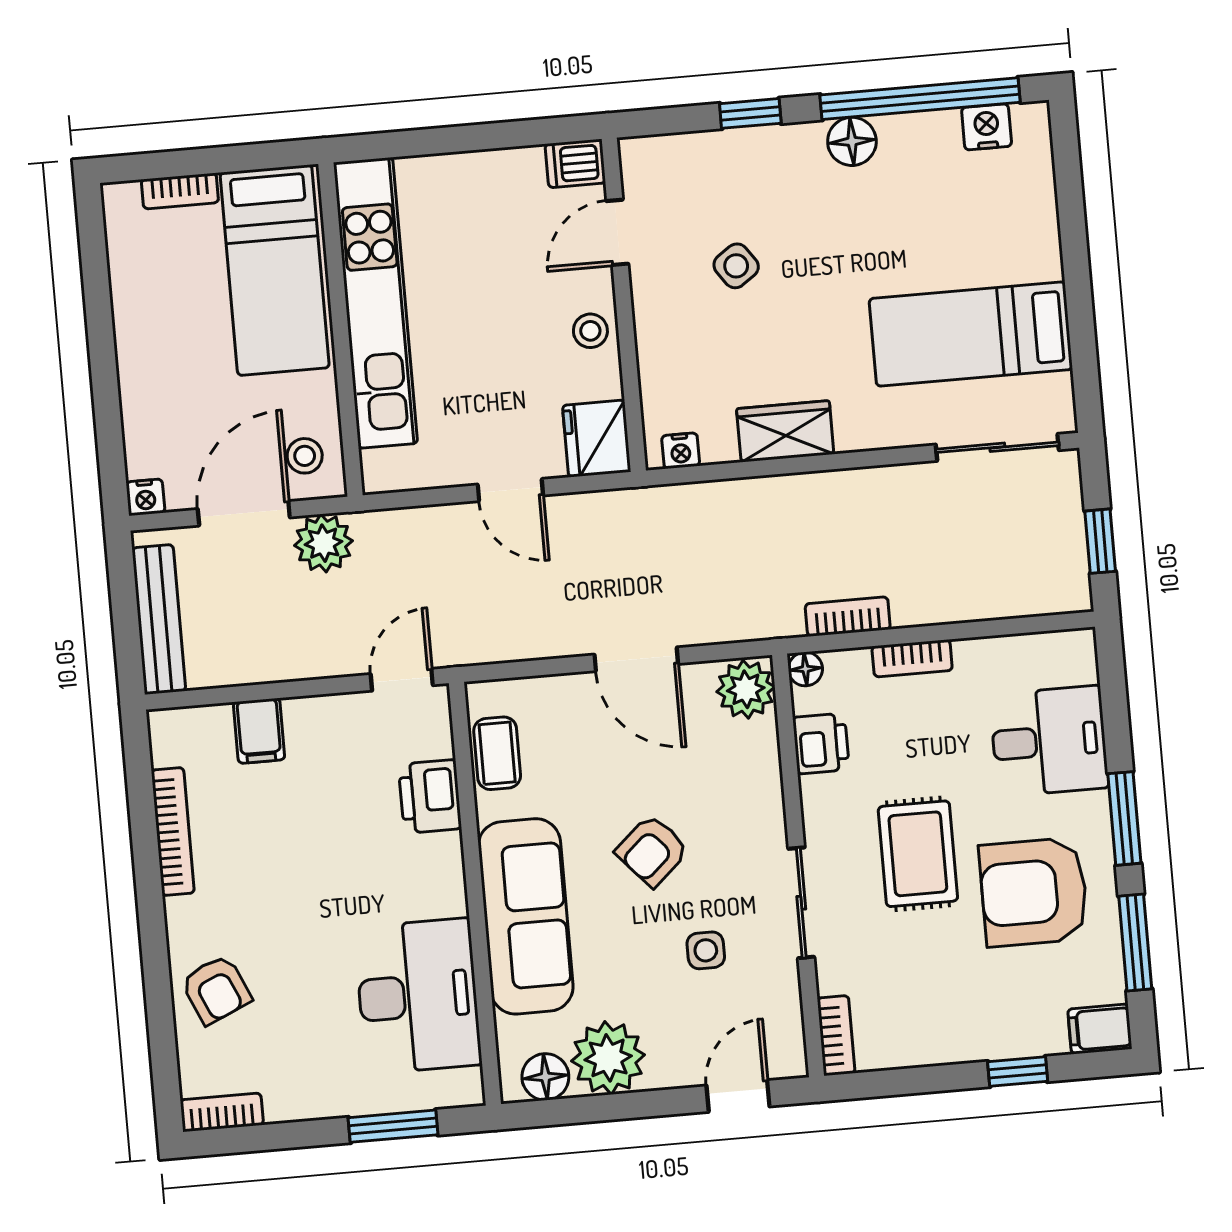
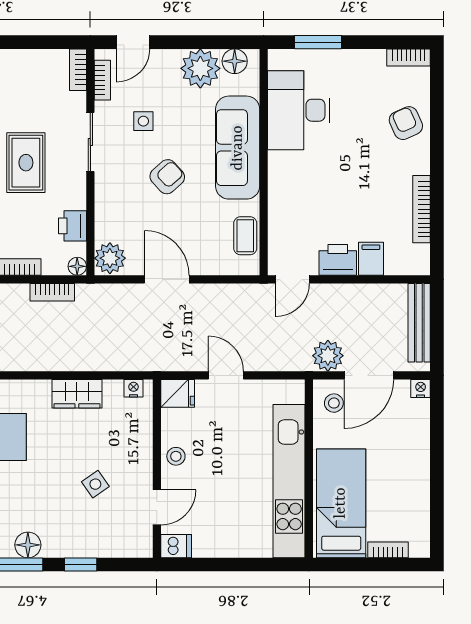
fridge: (597, 439) -> (178, 393), width x0.72
printer: (430, 796) -> (338, 260), moved, turned -90
bookcase: (789, 1020) -> (102, 80), added

